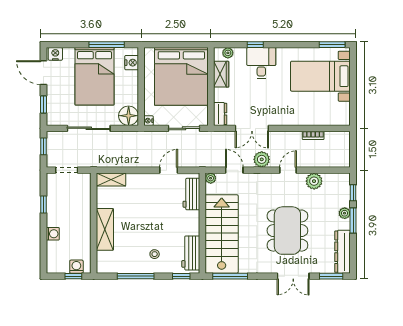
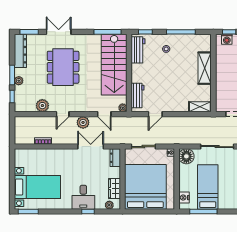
bed: (94, 76) -> (208, 187), width x0.67

